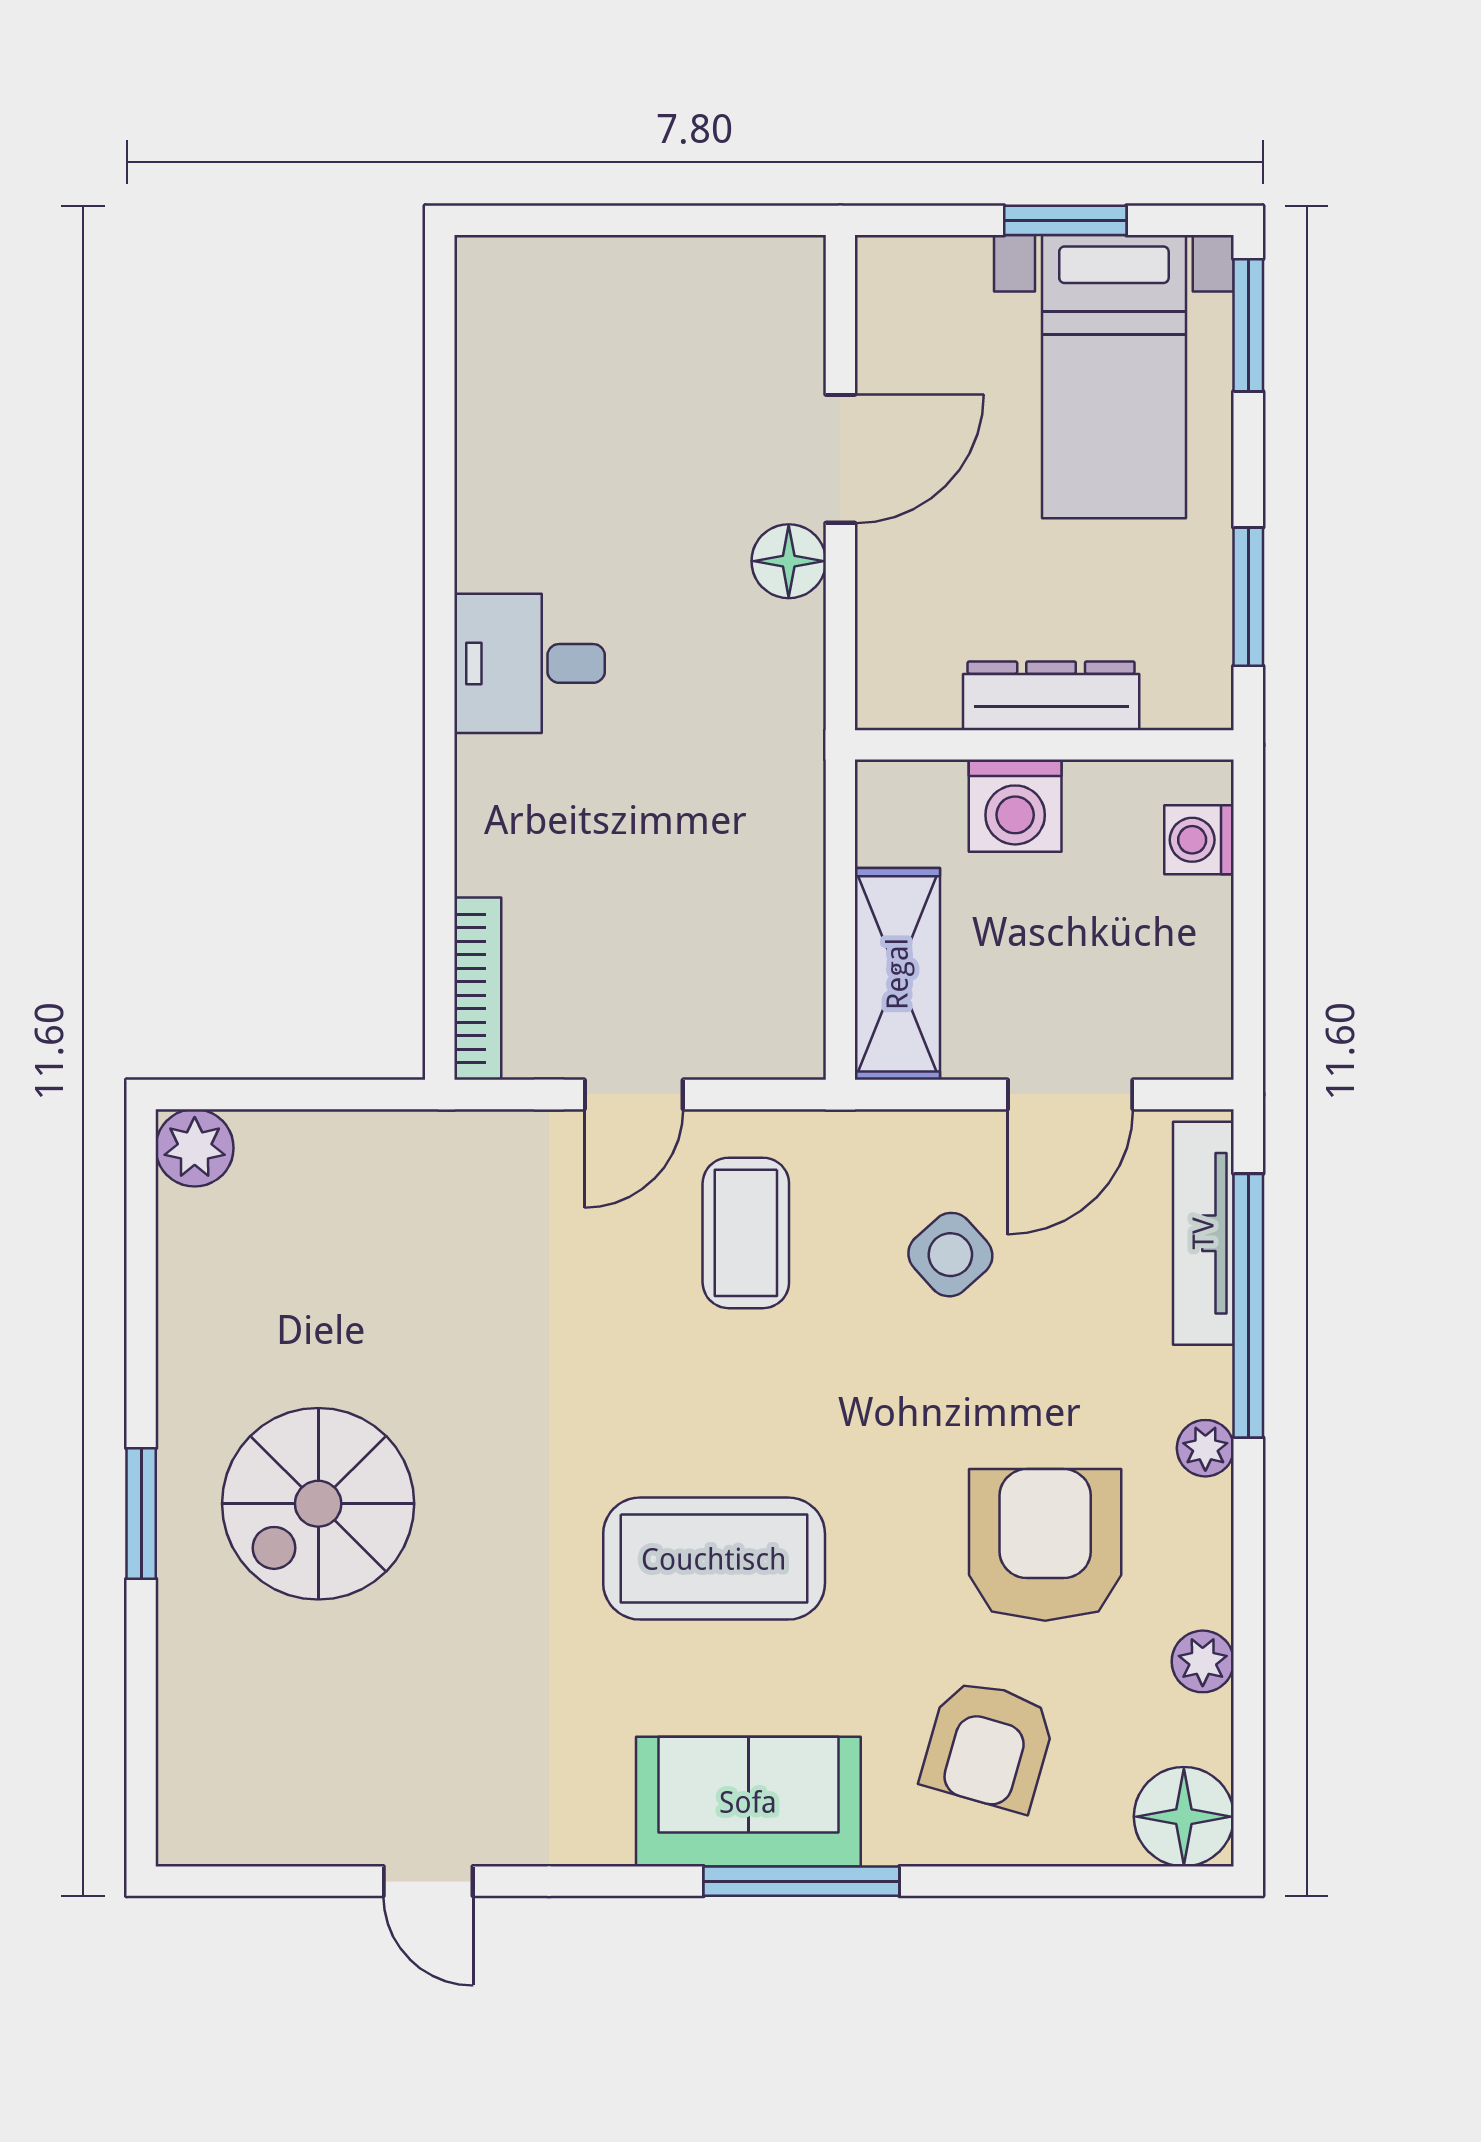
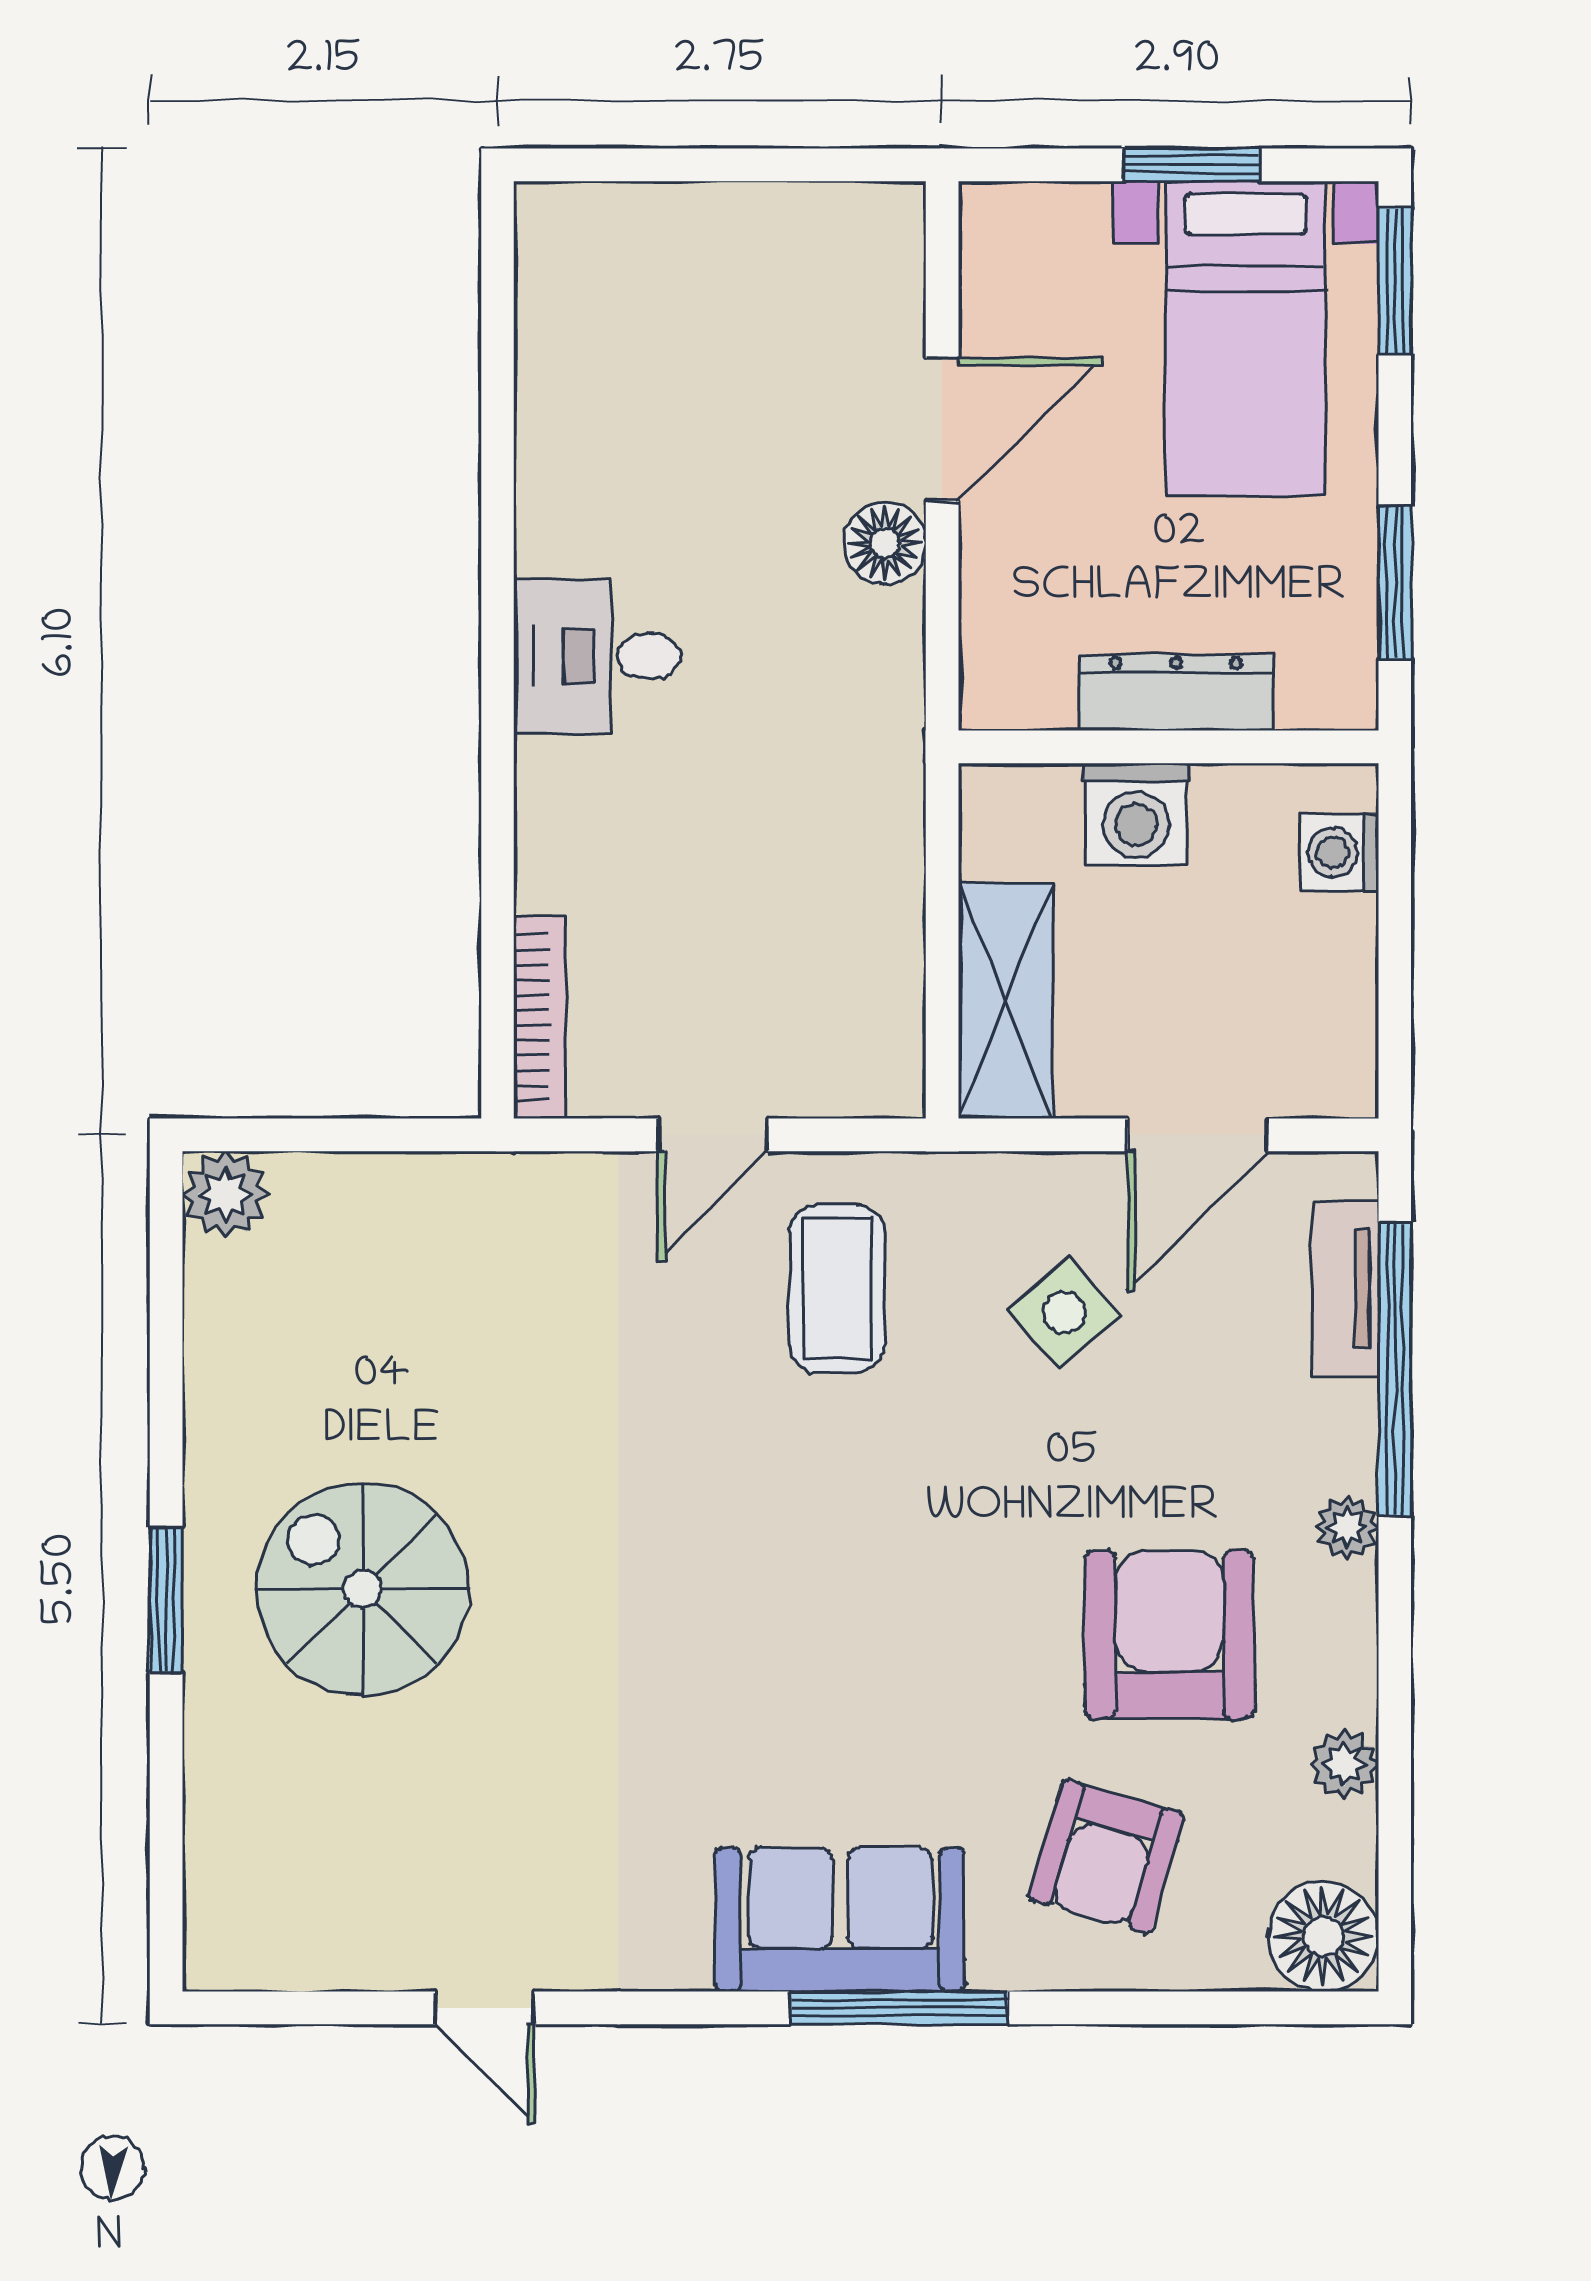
tv unit: (1203, 1233) -> (1345, 1289), width x0.71
spiral stairs: (318, 1504) -> (363, 1589), turned 90
coffee table: (714, 1559) -> (802, 1650), removed

